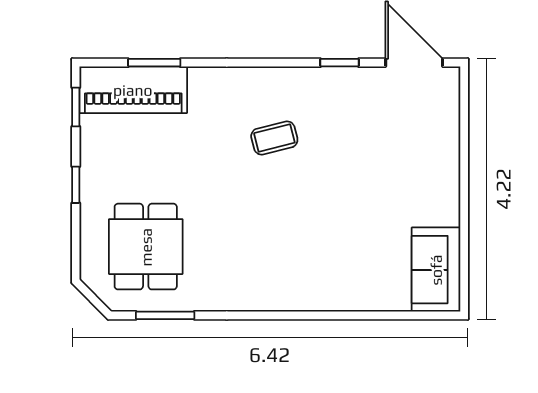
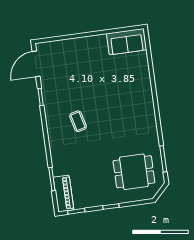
piano: (133, 90) -> (64, 194), width x0.73, depth x0.75

